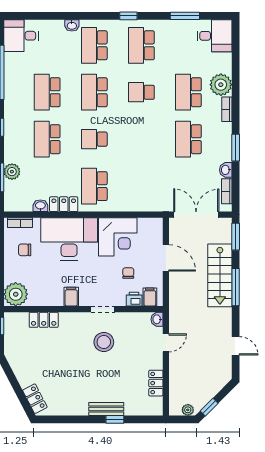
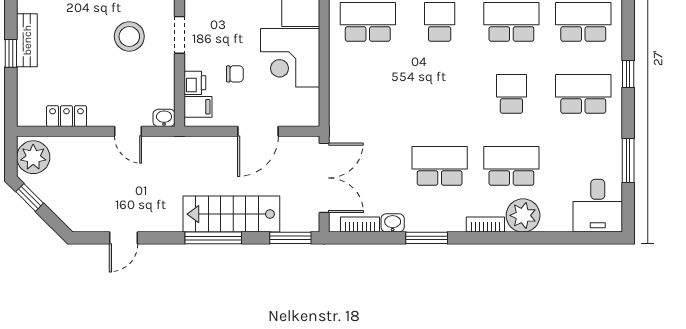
plant: (188, 410) -> (33, 157), width x1.88, depth x1.88

